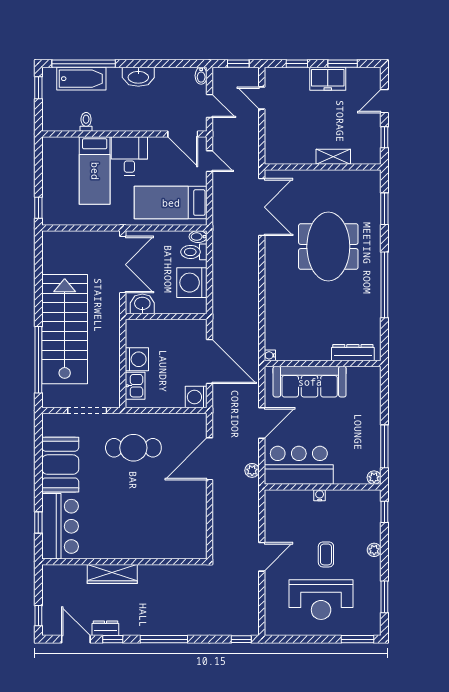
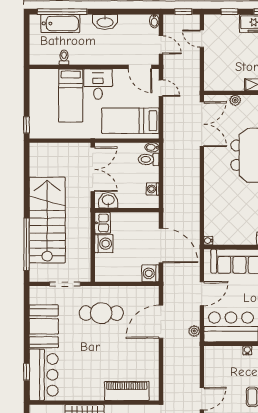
window: (38, 88) -> (27, 31), removed
plant: (304, 177) -> (235, 100), added
washing machine: (192, 283) -> (153, 189), width x0.53, depth x0.53
kitchen sink: (135, 386) -> (102, 223), moved
piano: (166, 547) -> (127, 391), added

